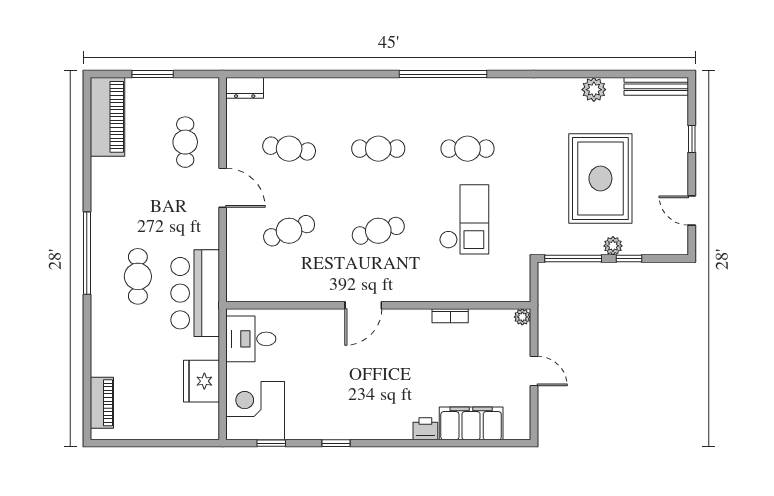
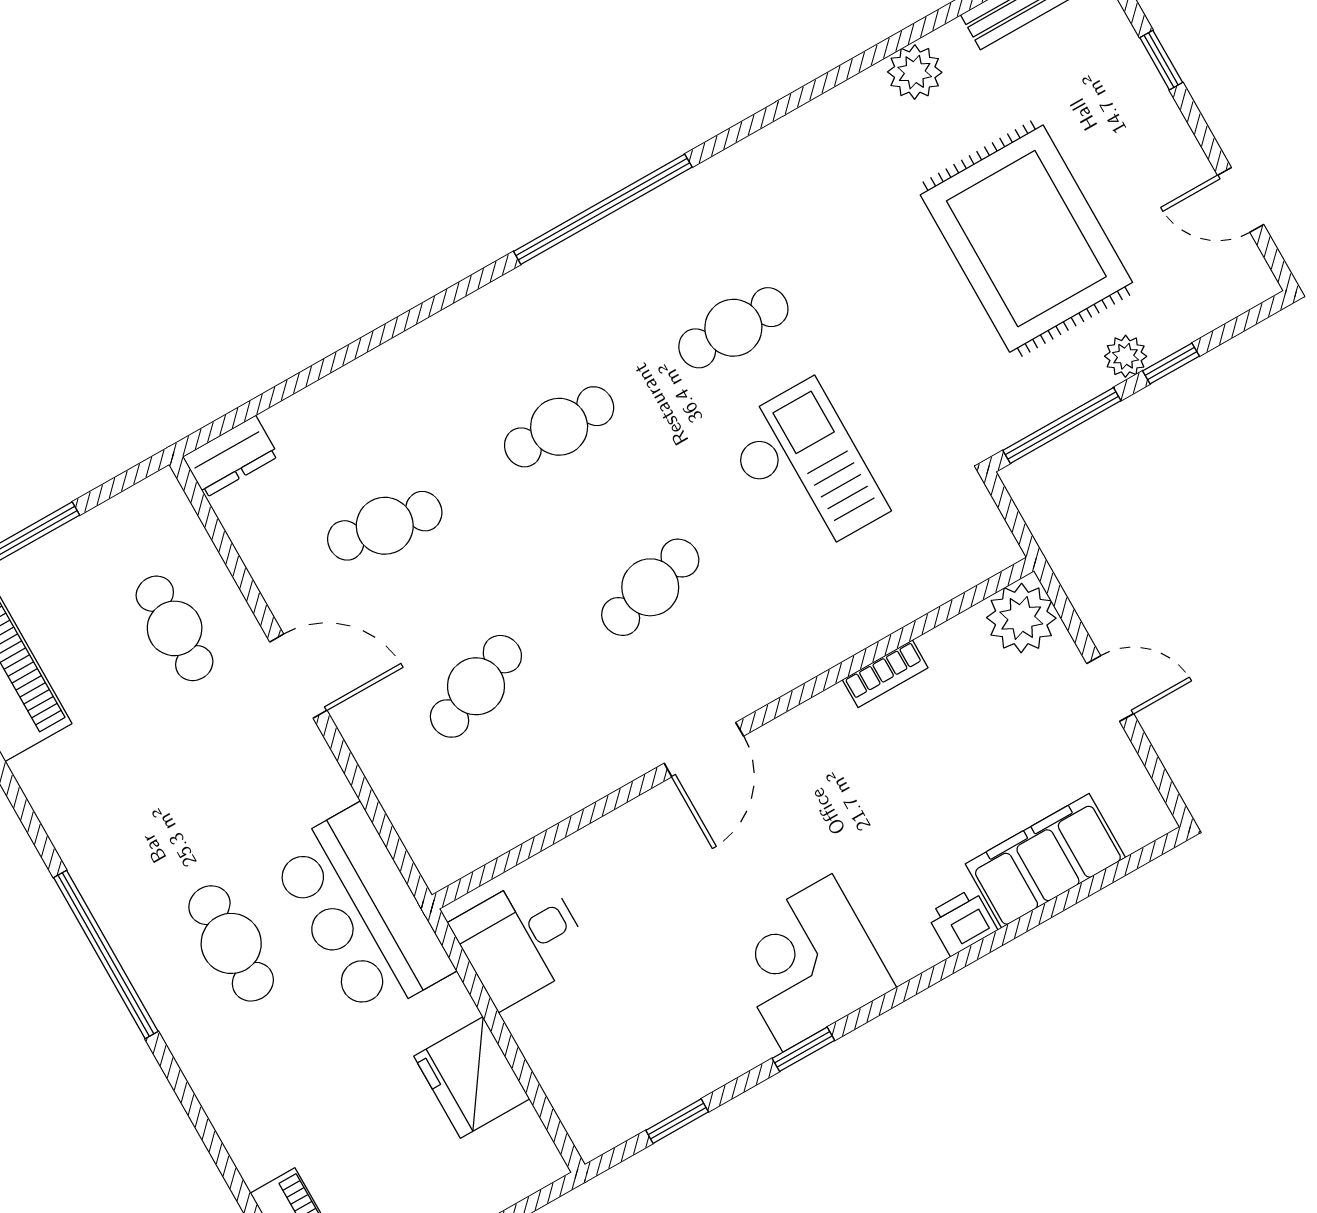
plant: (522, 317) -> (1021, 618), width x1.88, depth x1.88
corner desk: (255, 411) -> (807, 963), moved

